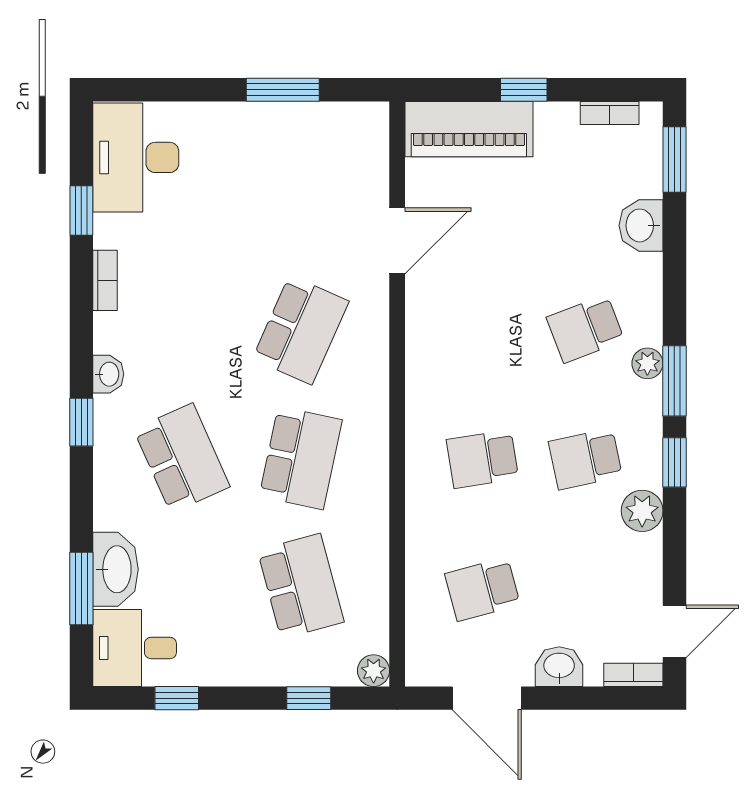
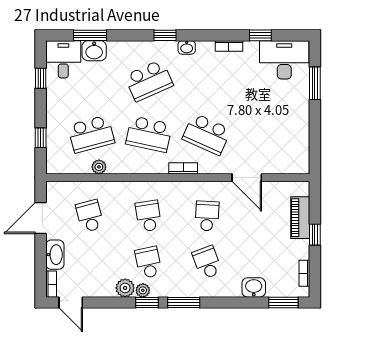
window: (283, 90) -> (315, 83), moved
piano: (469, 129) -> (300, 218), width x0.73, depth x0.75
school desk: (482, 329) -> (207, 216), added
plant: (647, 363) -> (143, 290), moved
bookcase: (377, 382) -> (183, 168), added
washbasin: (116, 569) -> (94, 51), width x0.72
washbasin: (559, 667) -> (55, 255), width x1.38
plant: (374, 671) -> (99, 167), moved

